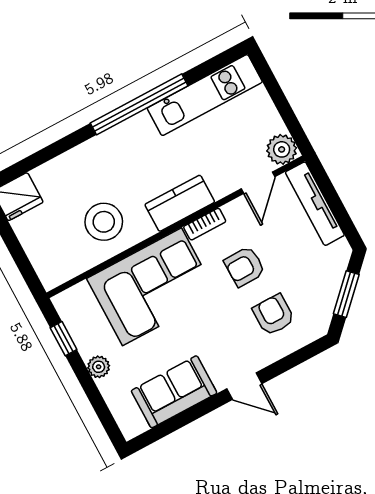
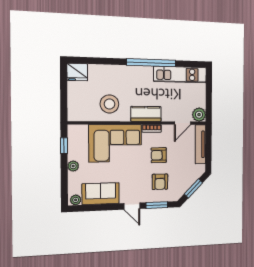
armchair: (274, 315) -> (160, 182), turned 180
window: (291, 361) -> (157, 205), added
plant: (135, 425) -> (76, 200), added

